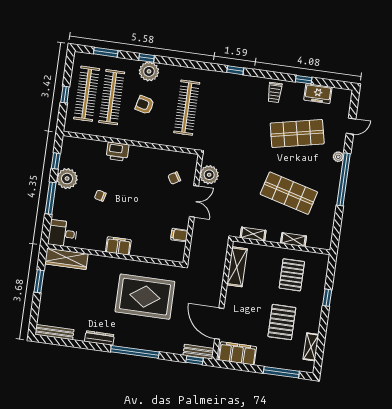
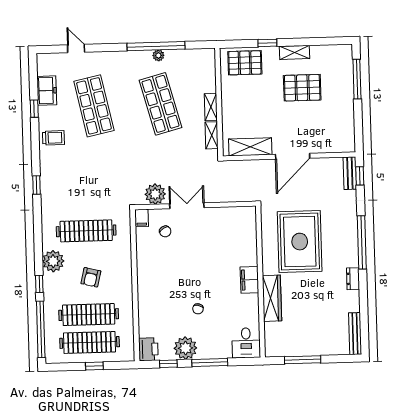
window: (106, 52) -> (41, 329), width x2.11
plant: (149, 71) -> (53, 261), moved
printer: (117, 152) -> (148, 349), moved
plant: (338, 157) -> (158, 55), moved
window: (344, 179) -> (156, 46), moved
shop shelf: (289, 193) -> (161, 104), turned -30
filing cabinet: (179, 235) -> (142, 218), moved
shelving: (293, 240) -> (211, 107), moved
wardrobe: (66, 259) -> (272, 298), moved
pallet: (292, 275) -> (245, 63), moved
window: (39, 281) -> (303, 360), width x1.44
door: (219, 324) -> (293, 156), moved
dresser: (99, 338) -> (353, 279), width x0.70
shelving: (311, 347) -> (294, 52), moved
filing cabinet: (237, 353) -> (344, 130), removed

